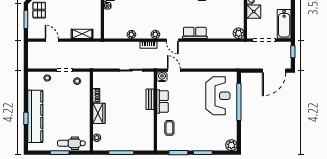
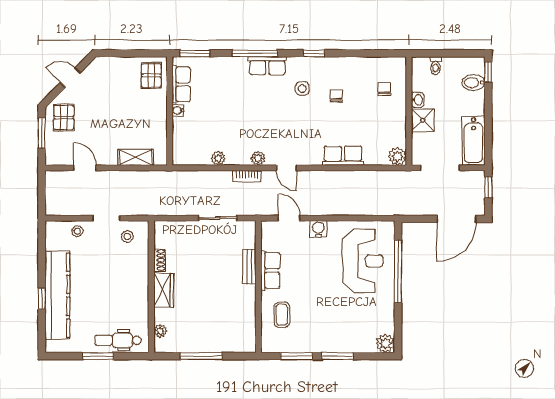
row of seats: (195, 33) -> (343, 156), moved
water cooler: (162, 77) -> (318, 229), moved

